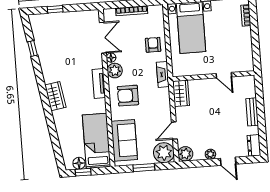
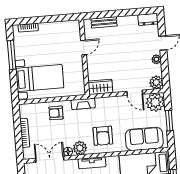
bench: (252, 112) -> (104, 22), moved

